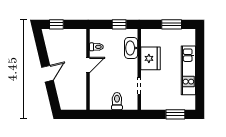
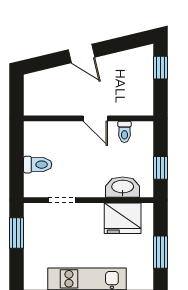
fridge: (151, 58) -> (123, 218), moved
window: (175, 114) -> (17, 233), moved

